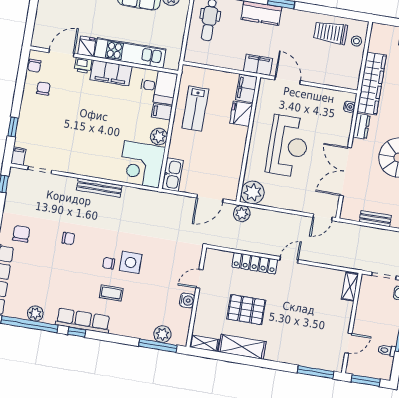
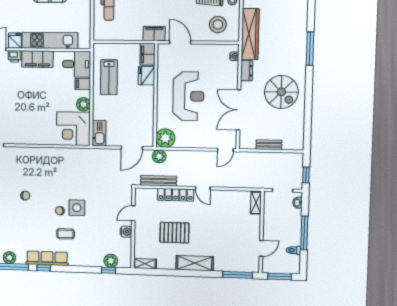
stool: (335, 66) -> (218, 25), added
bench: (99, 188) -> (159, 181), moved
door: (289, 260) -> (203, 188), swing flipped
window: (158, 346) -> (109, 270), width x0.46
shelving: (242, 347) -> (195, 263), moved

